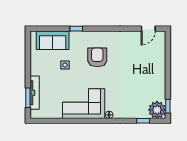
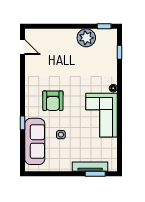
sofa: (53, 40) -> (35, 141), width x1.36
armchair: (97, 57) -> (53, 101), turned -90
plant: (157, 110) -> (86, 38), moved

